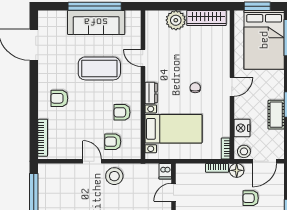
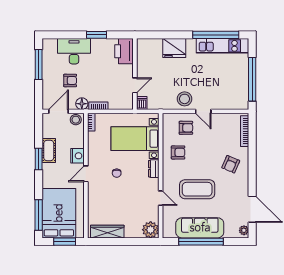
plant: (44, 20) -> (244, 230), added
plant: (176, 20) -> (151, 230), moved
armchair: (59, 98) -> (231, 164), turned 113
nightstand: (242, 128) -> (77, 156), moved

